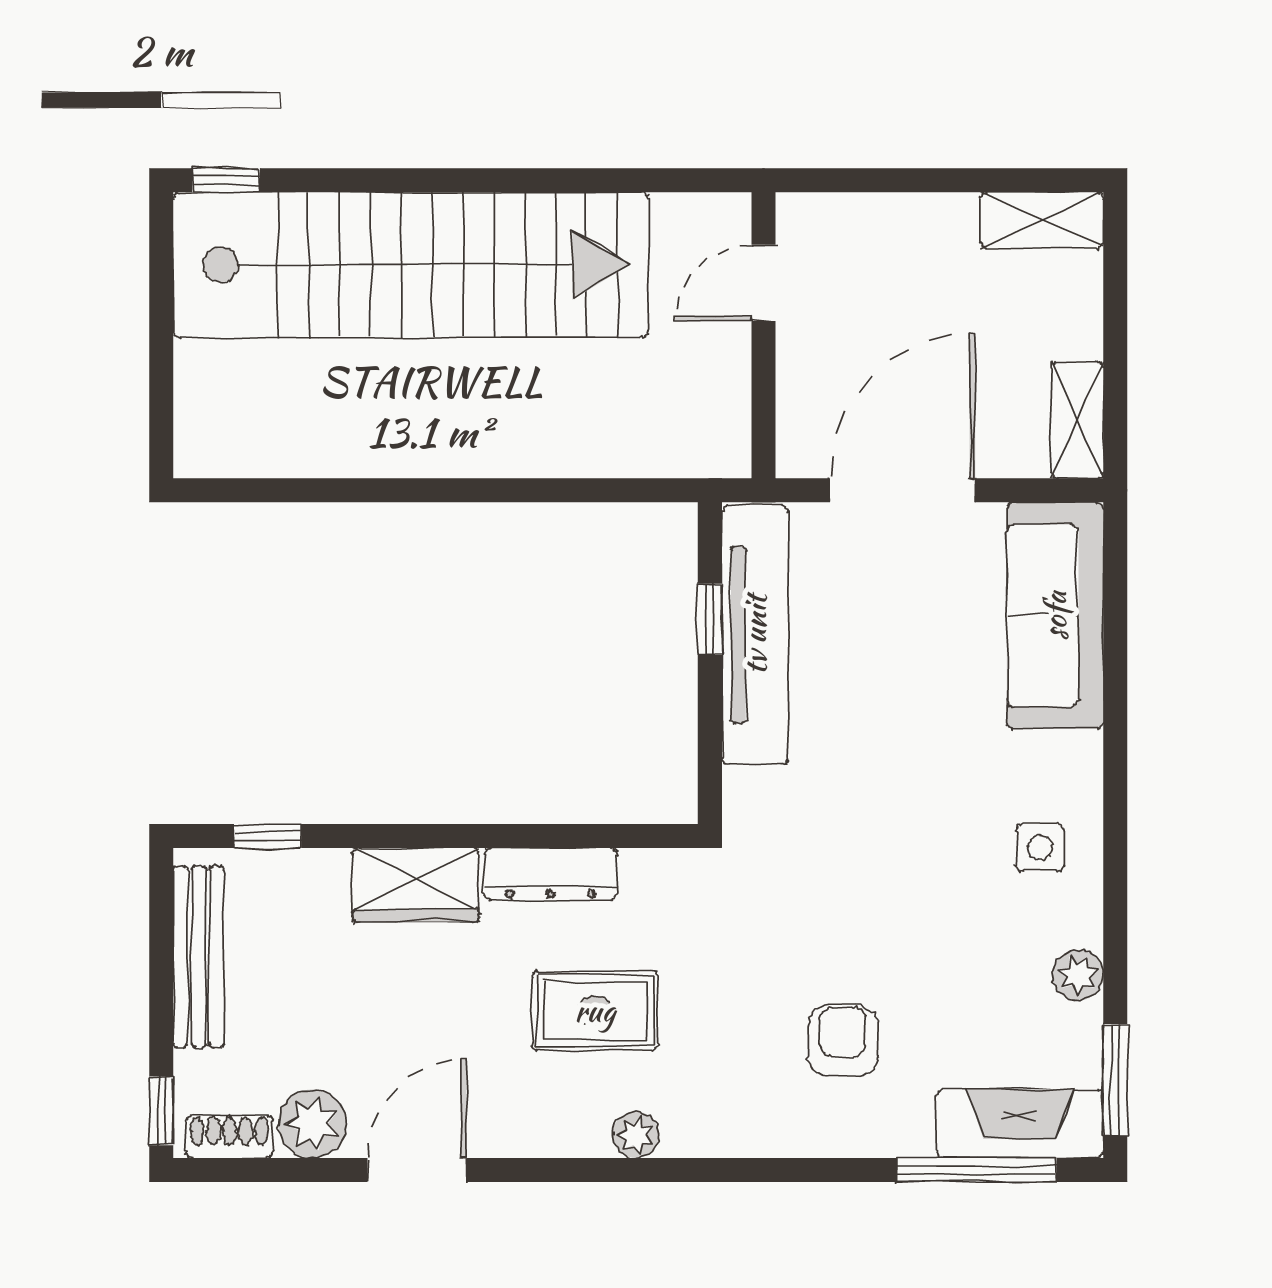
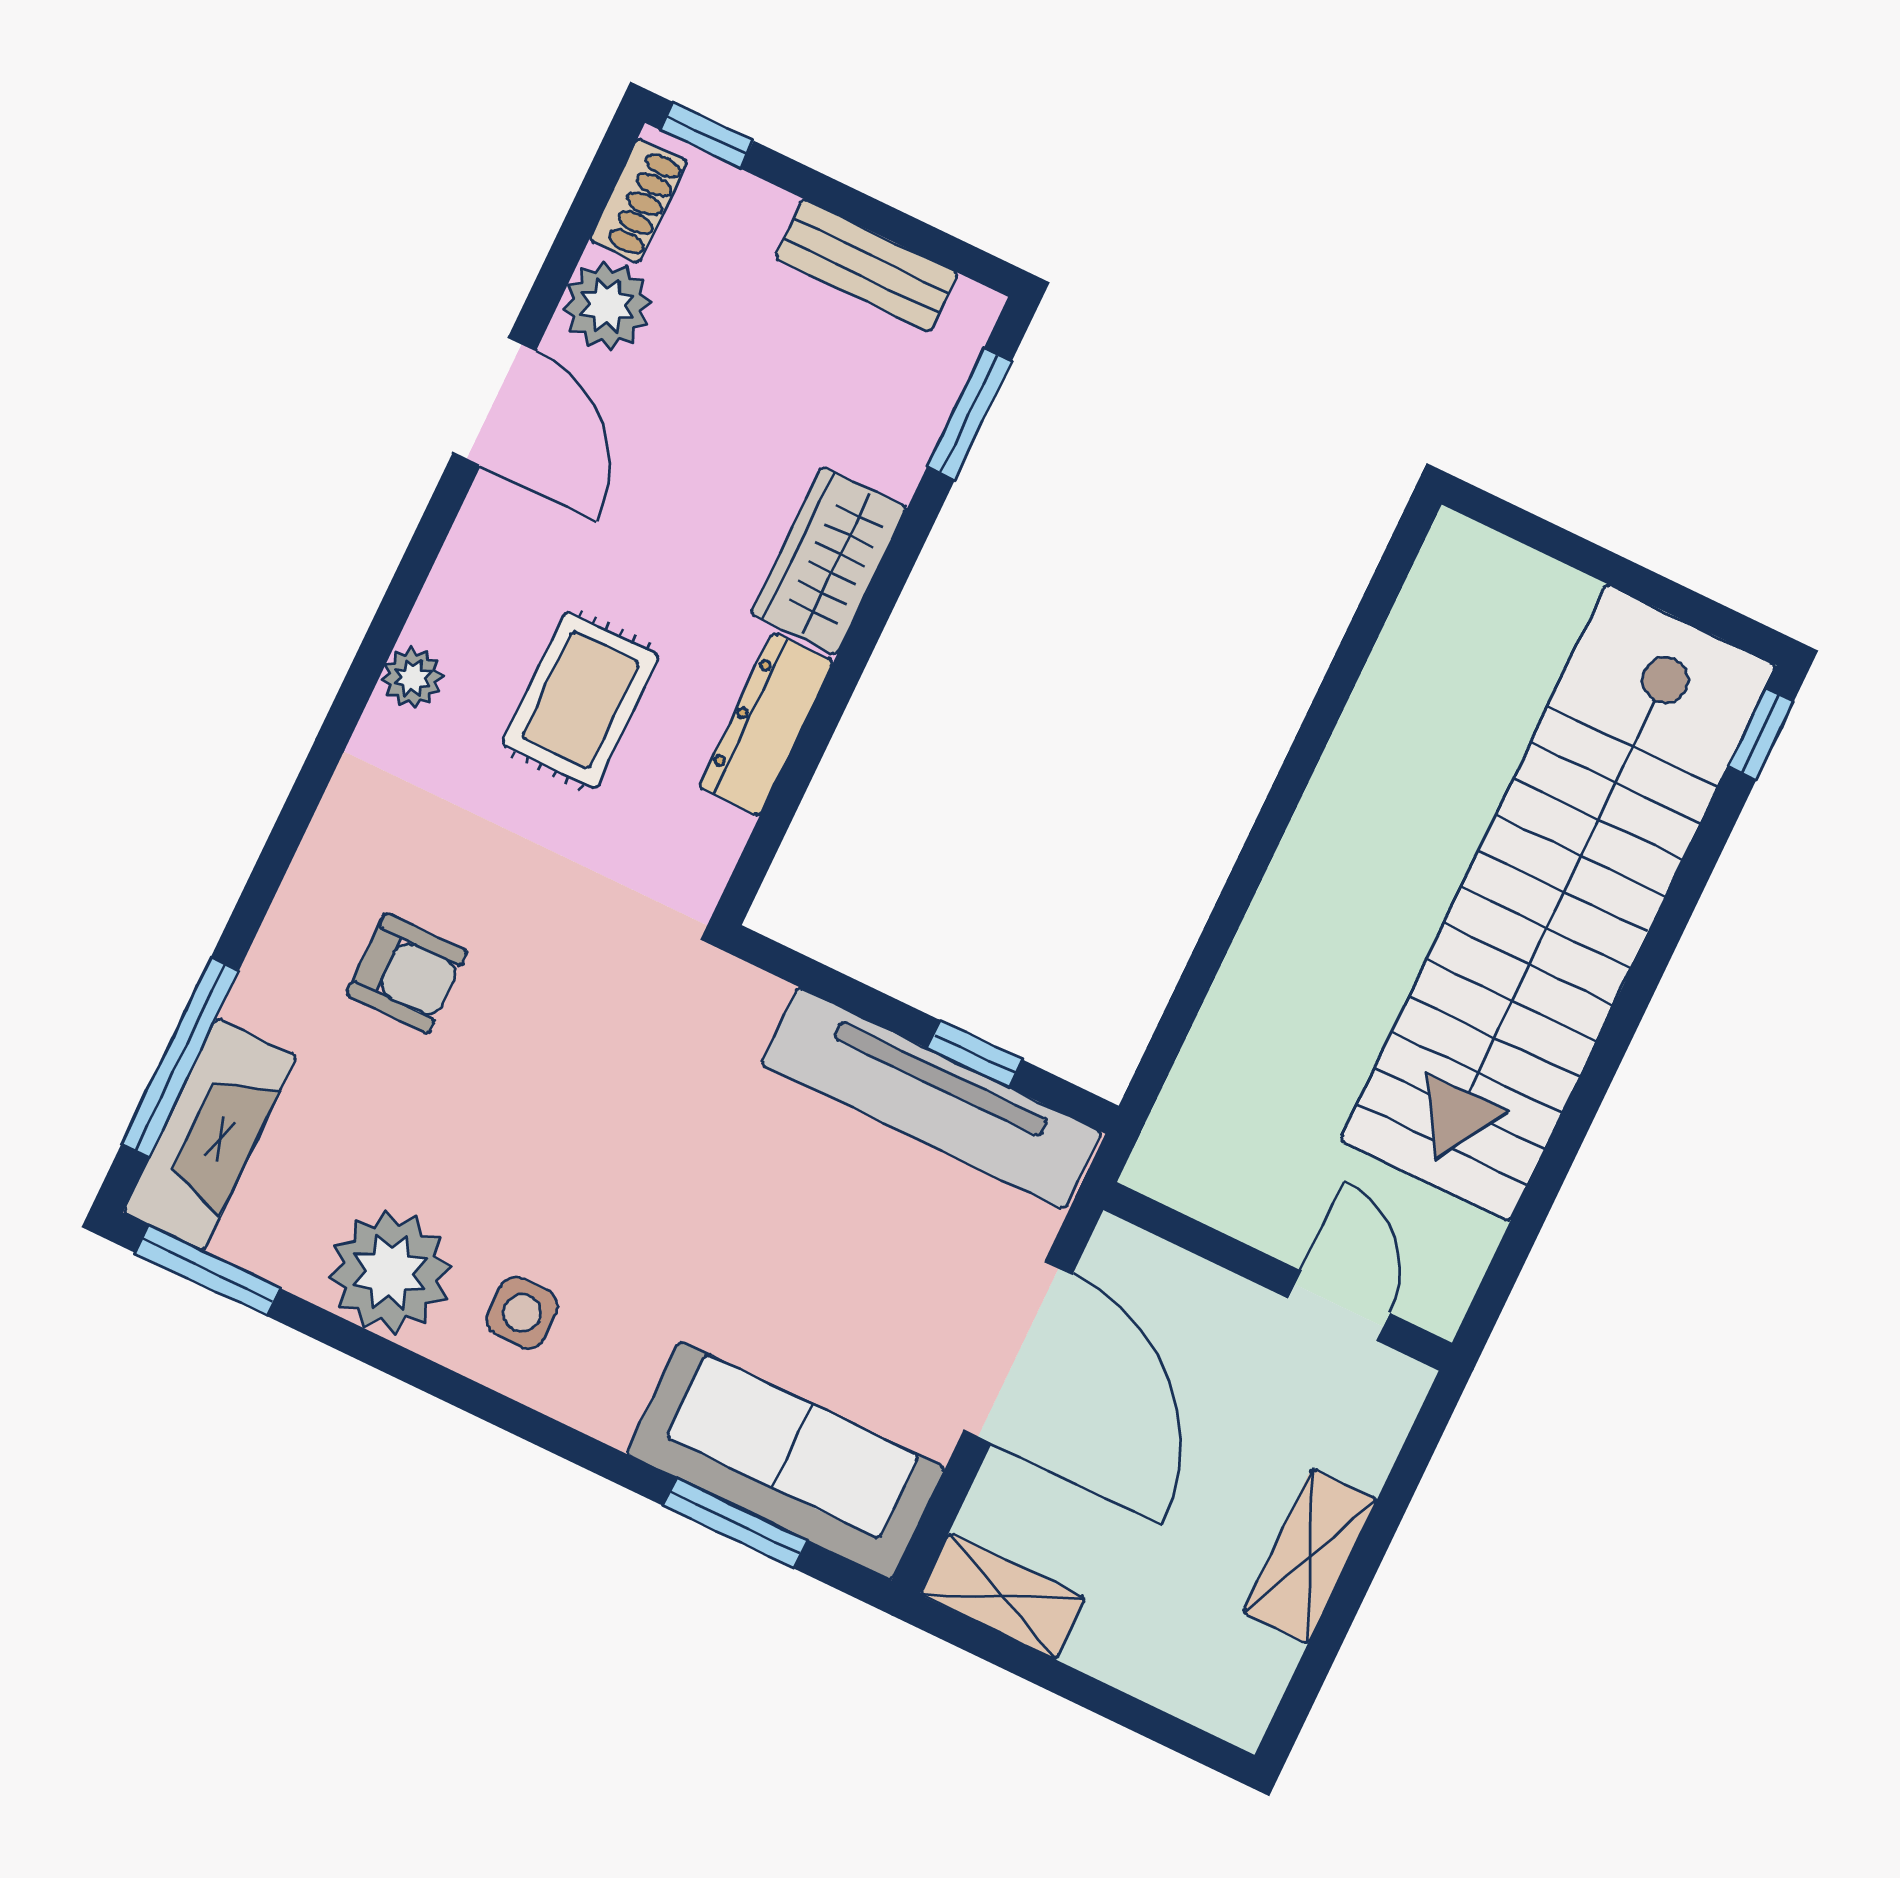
shelving: (1041, 220) -> (1310, 1556), moved
window: (1115, 630) -> (735, 1523), added
window: (268, 836) -> (969, 414), width x1.50
bench: (199, 957) -> (866, 266), width x0.73
plant: (1078, 975) -> (390, 1272), width x1.87, depth x1.87

